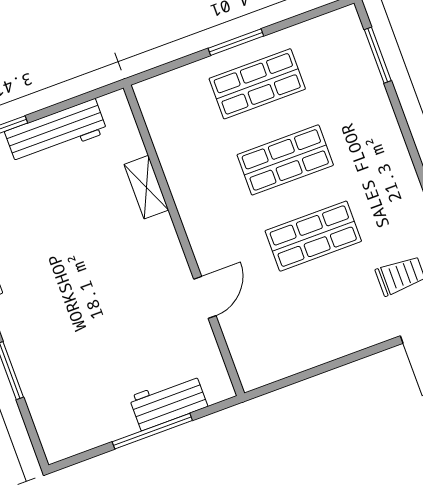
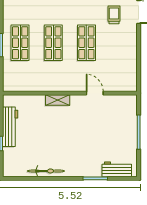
shelving: (146, 187) -> (58, 100), moved
workbench: (168, 402) -> (117, 169), moved, turned 90

